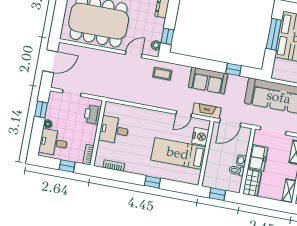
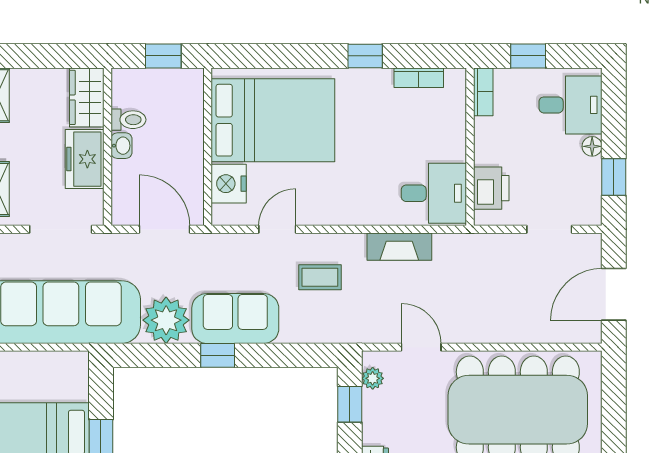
door: (134, 54) -> (421, 347), swing flipped
window: (234, 70) -> (218, 355), moved
coffee table: (162, 74) -> (320, 277), moved
plant: (237, 85) -> (166, 320), added
fireplace: (207, 111) -> (399, 247), moved
door: (230, 123) -> (164, 229), hinge flipped
desk: (114, 130) -> (434, 193), moved
bed: (178, 153) -> (273, 120), width x1.50
window: (152, 182) -> (365, 56), moved

